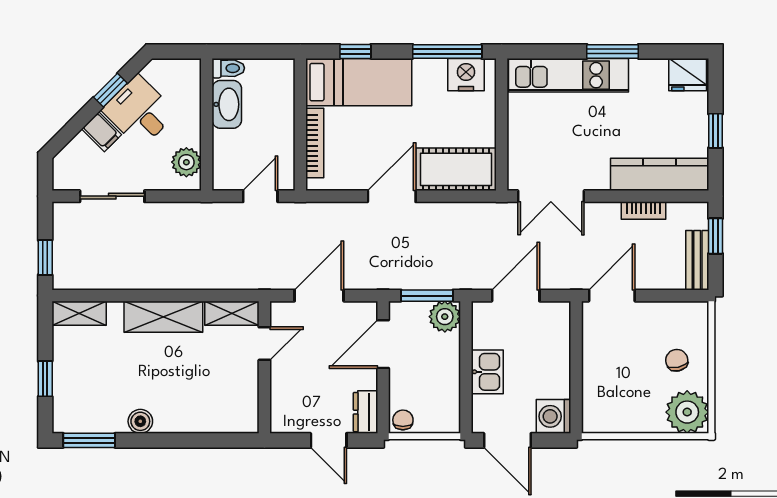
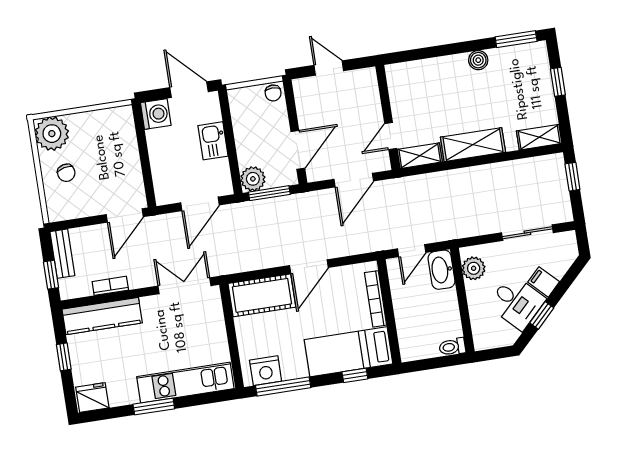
washbasin: (227, 104) -> (441, 270), moved
dresser: (366, 412) -> (303, 95), removed

